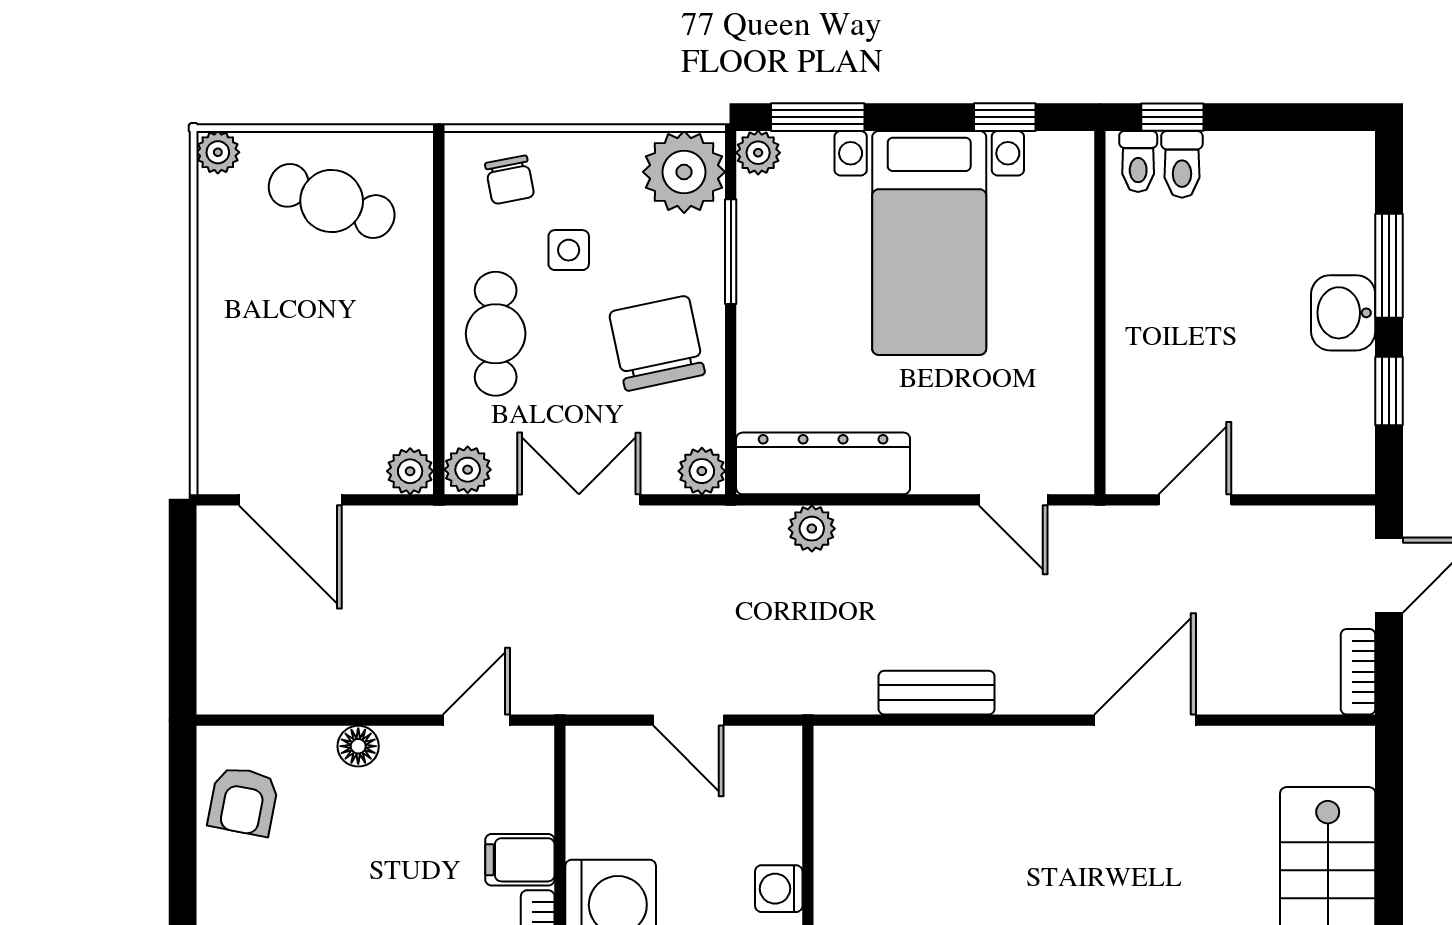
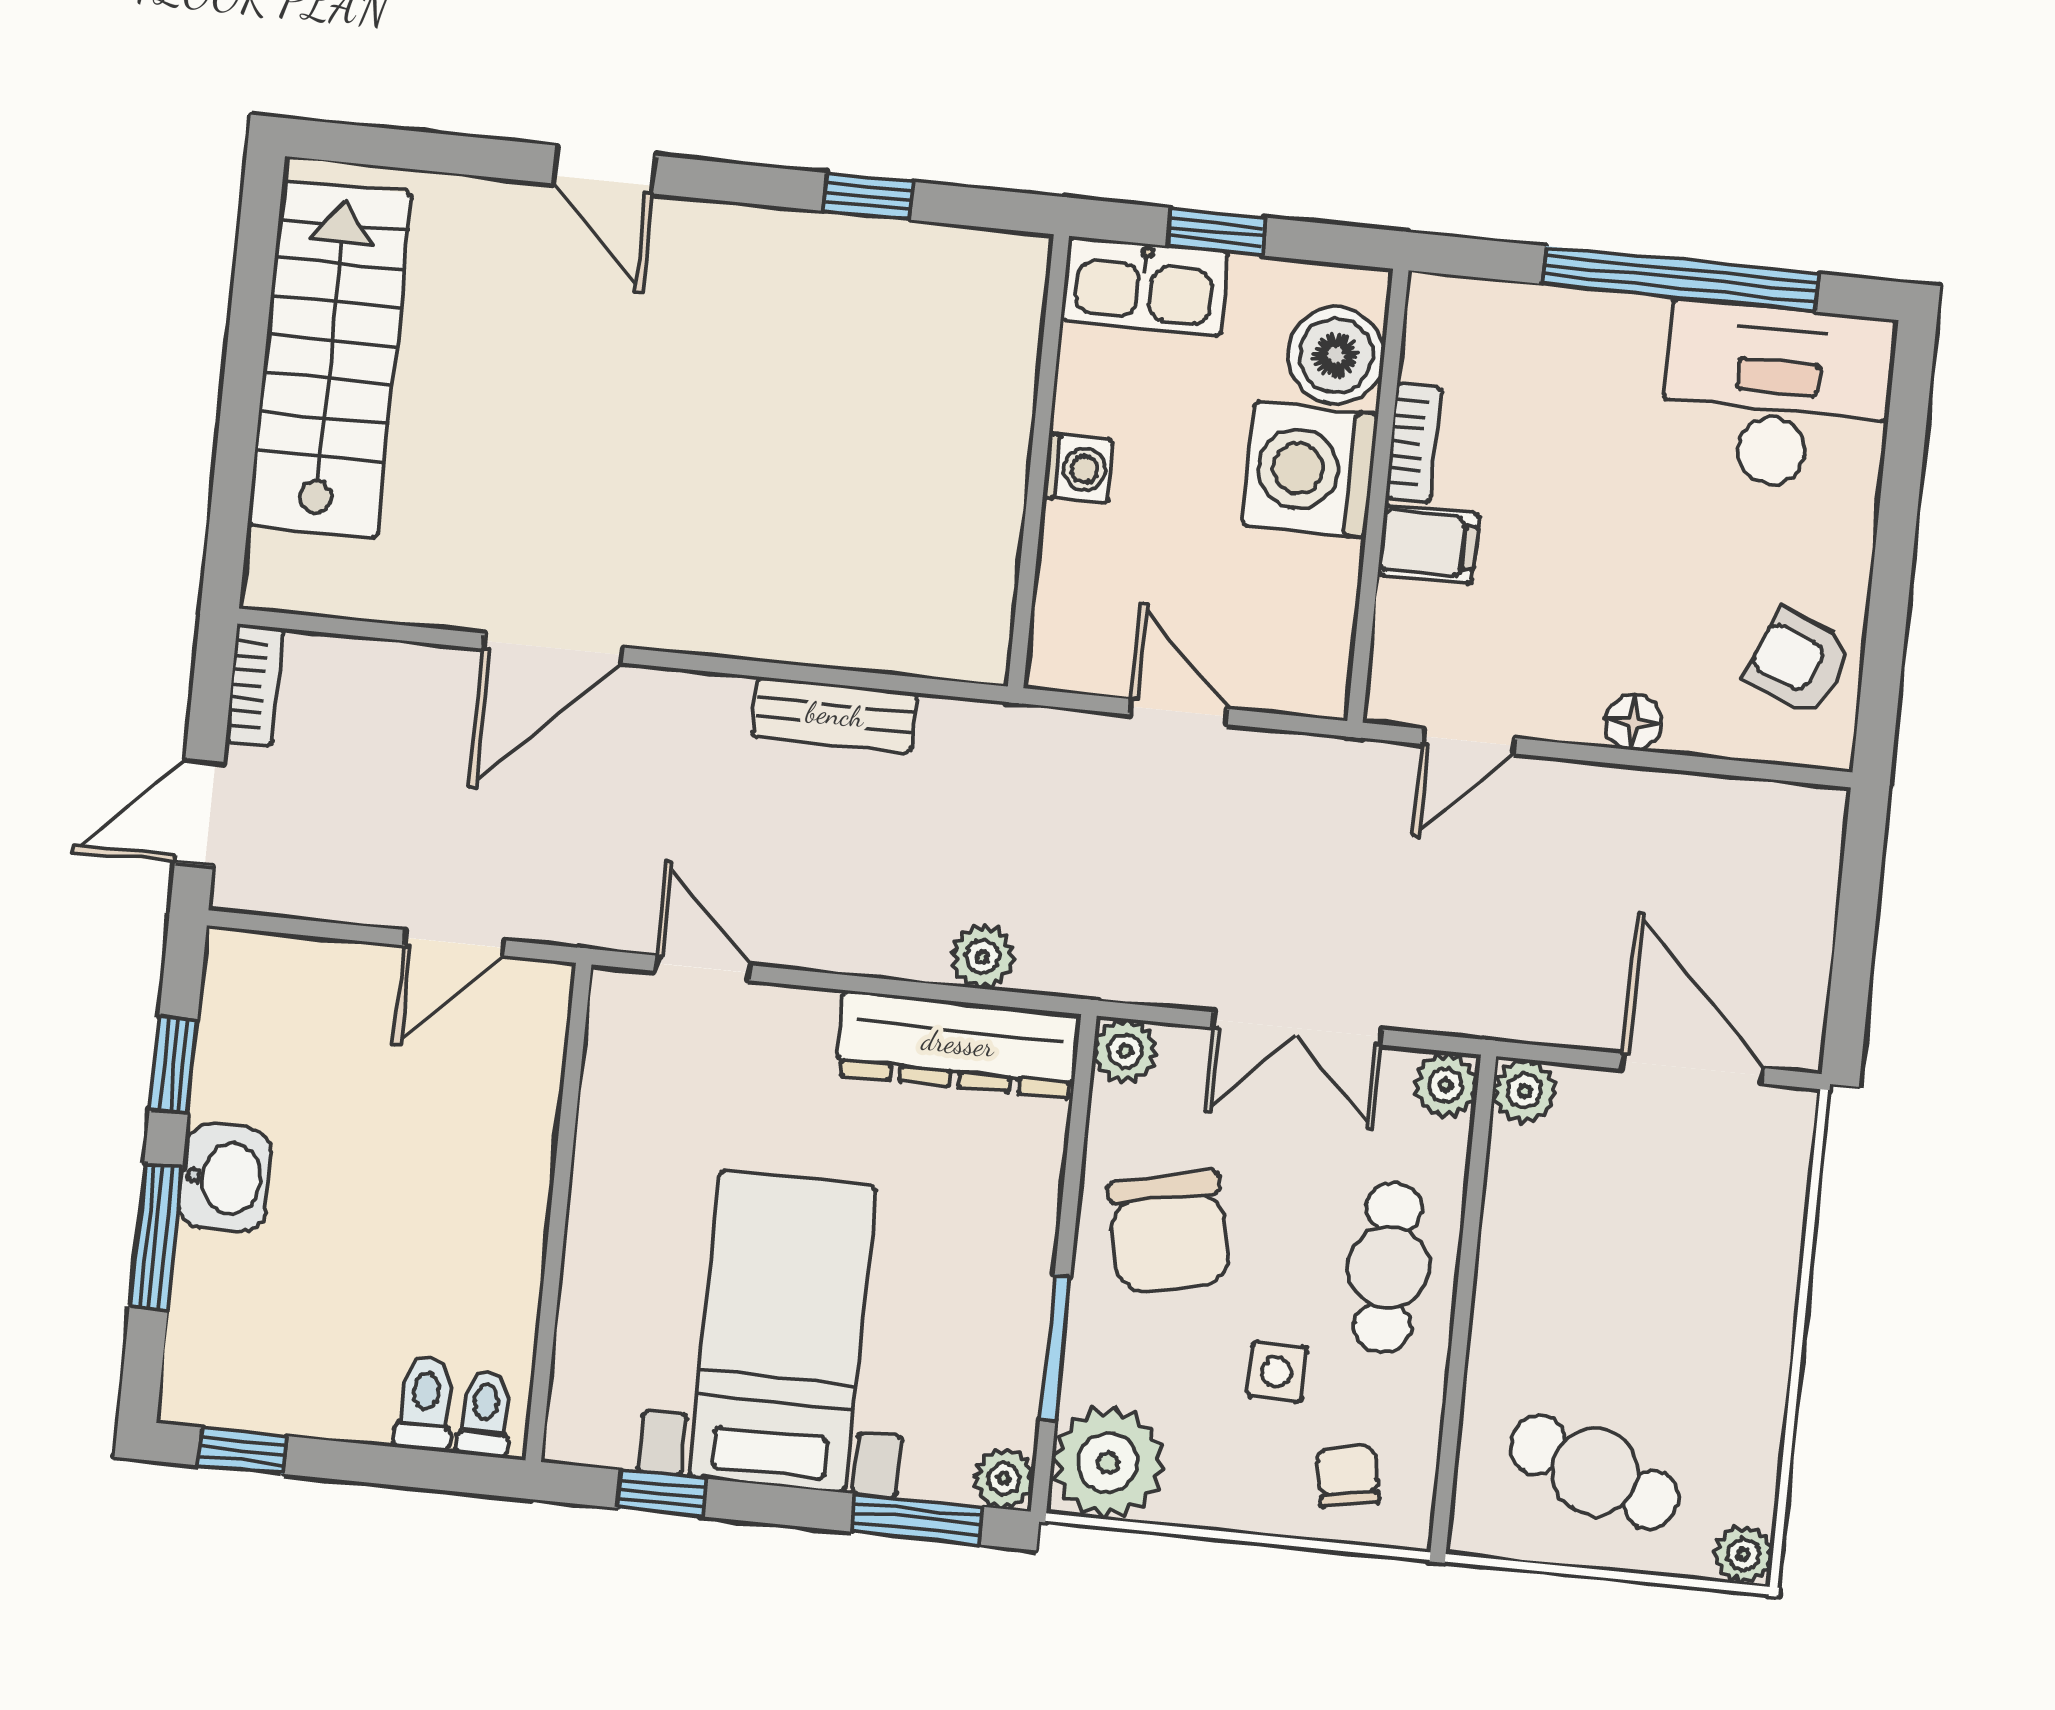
window: (1172, 117) -> (243, 1451), moved
armchair: (243, 801) -> (1799, 663), turned -79

